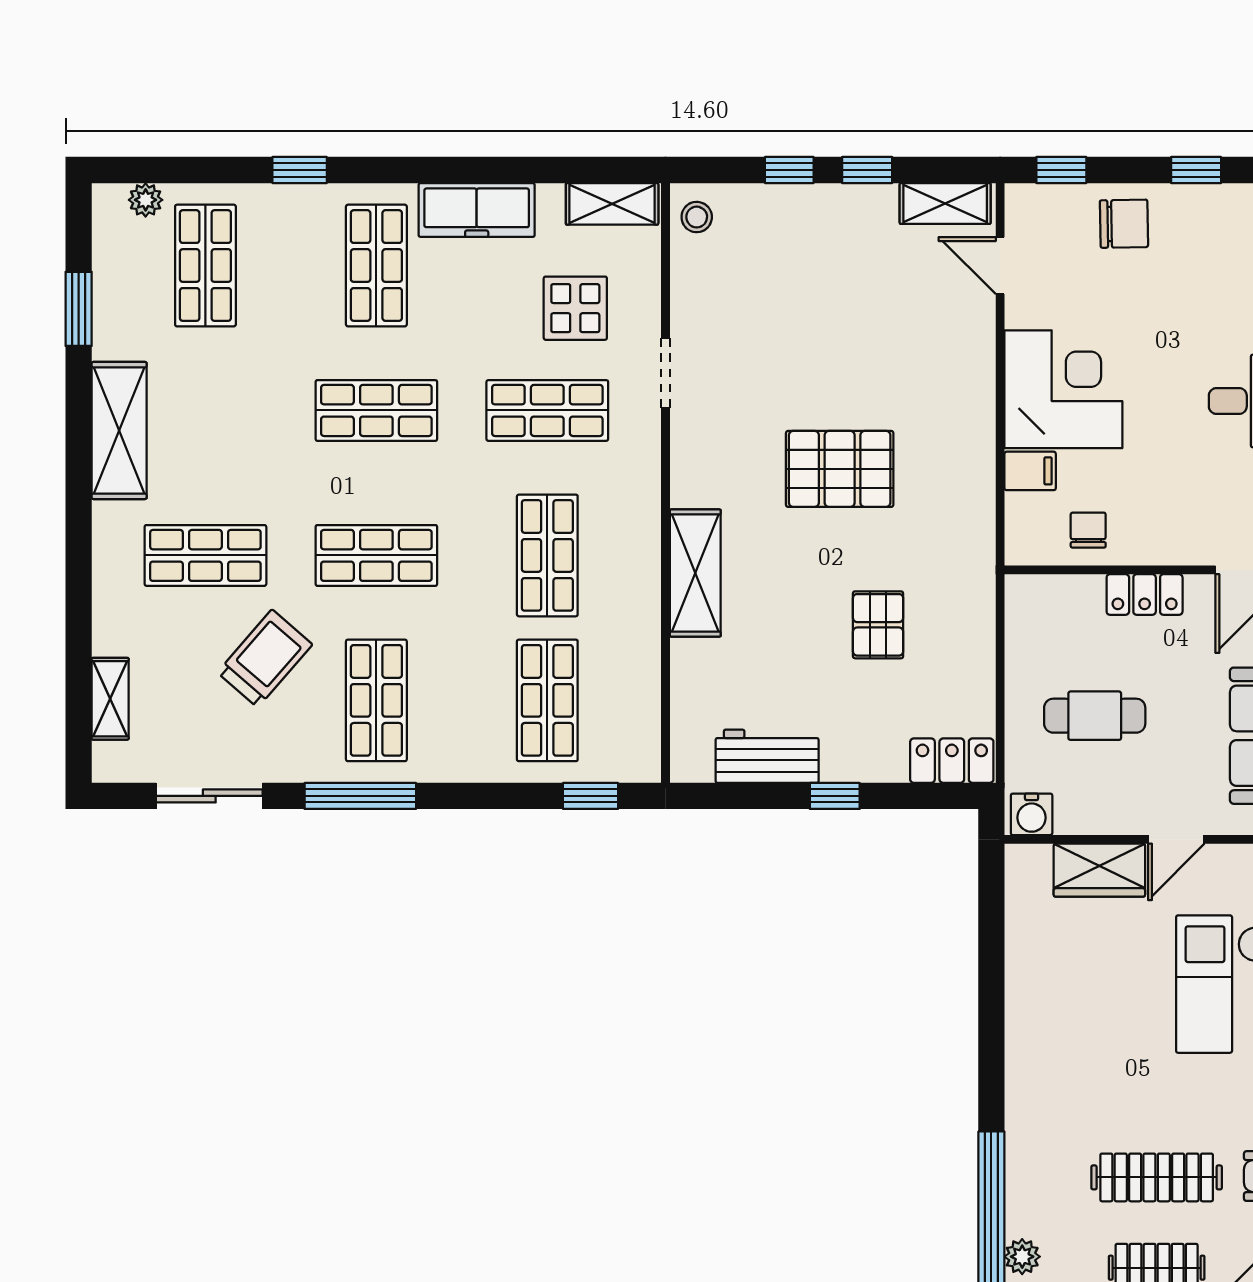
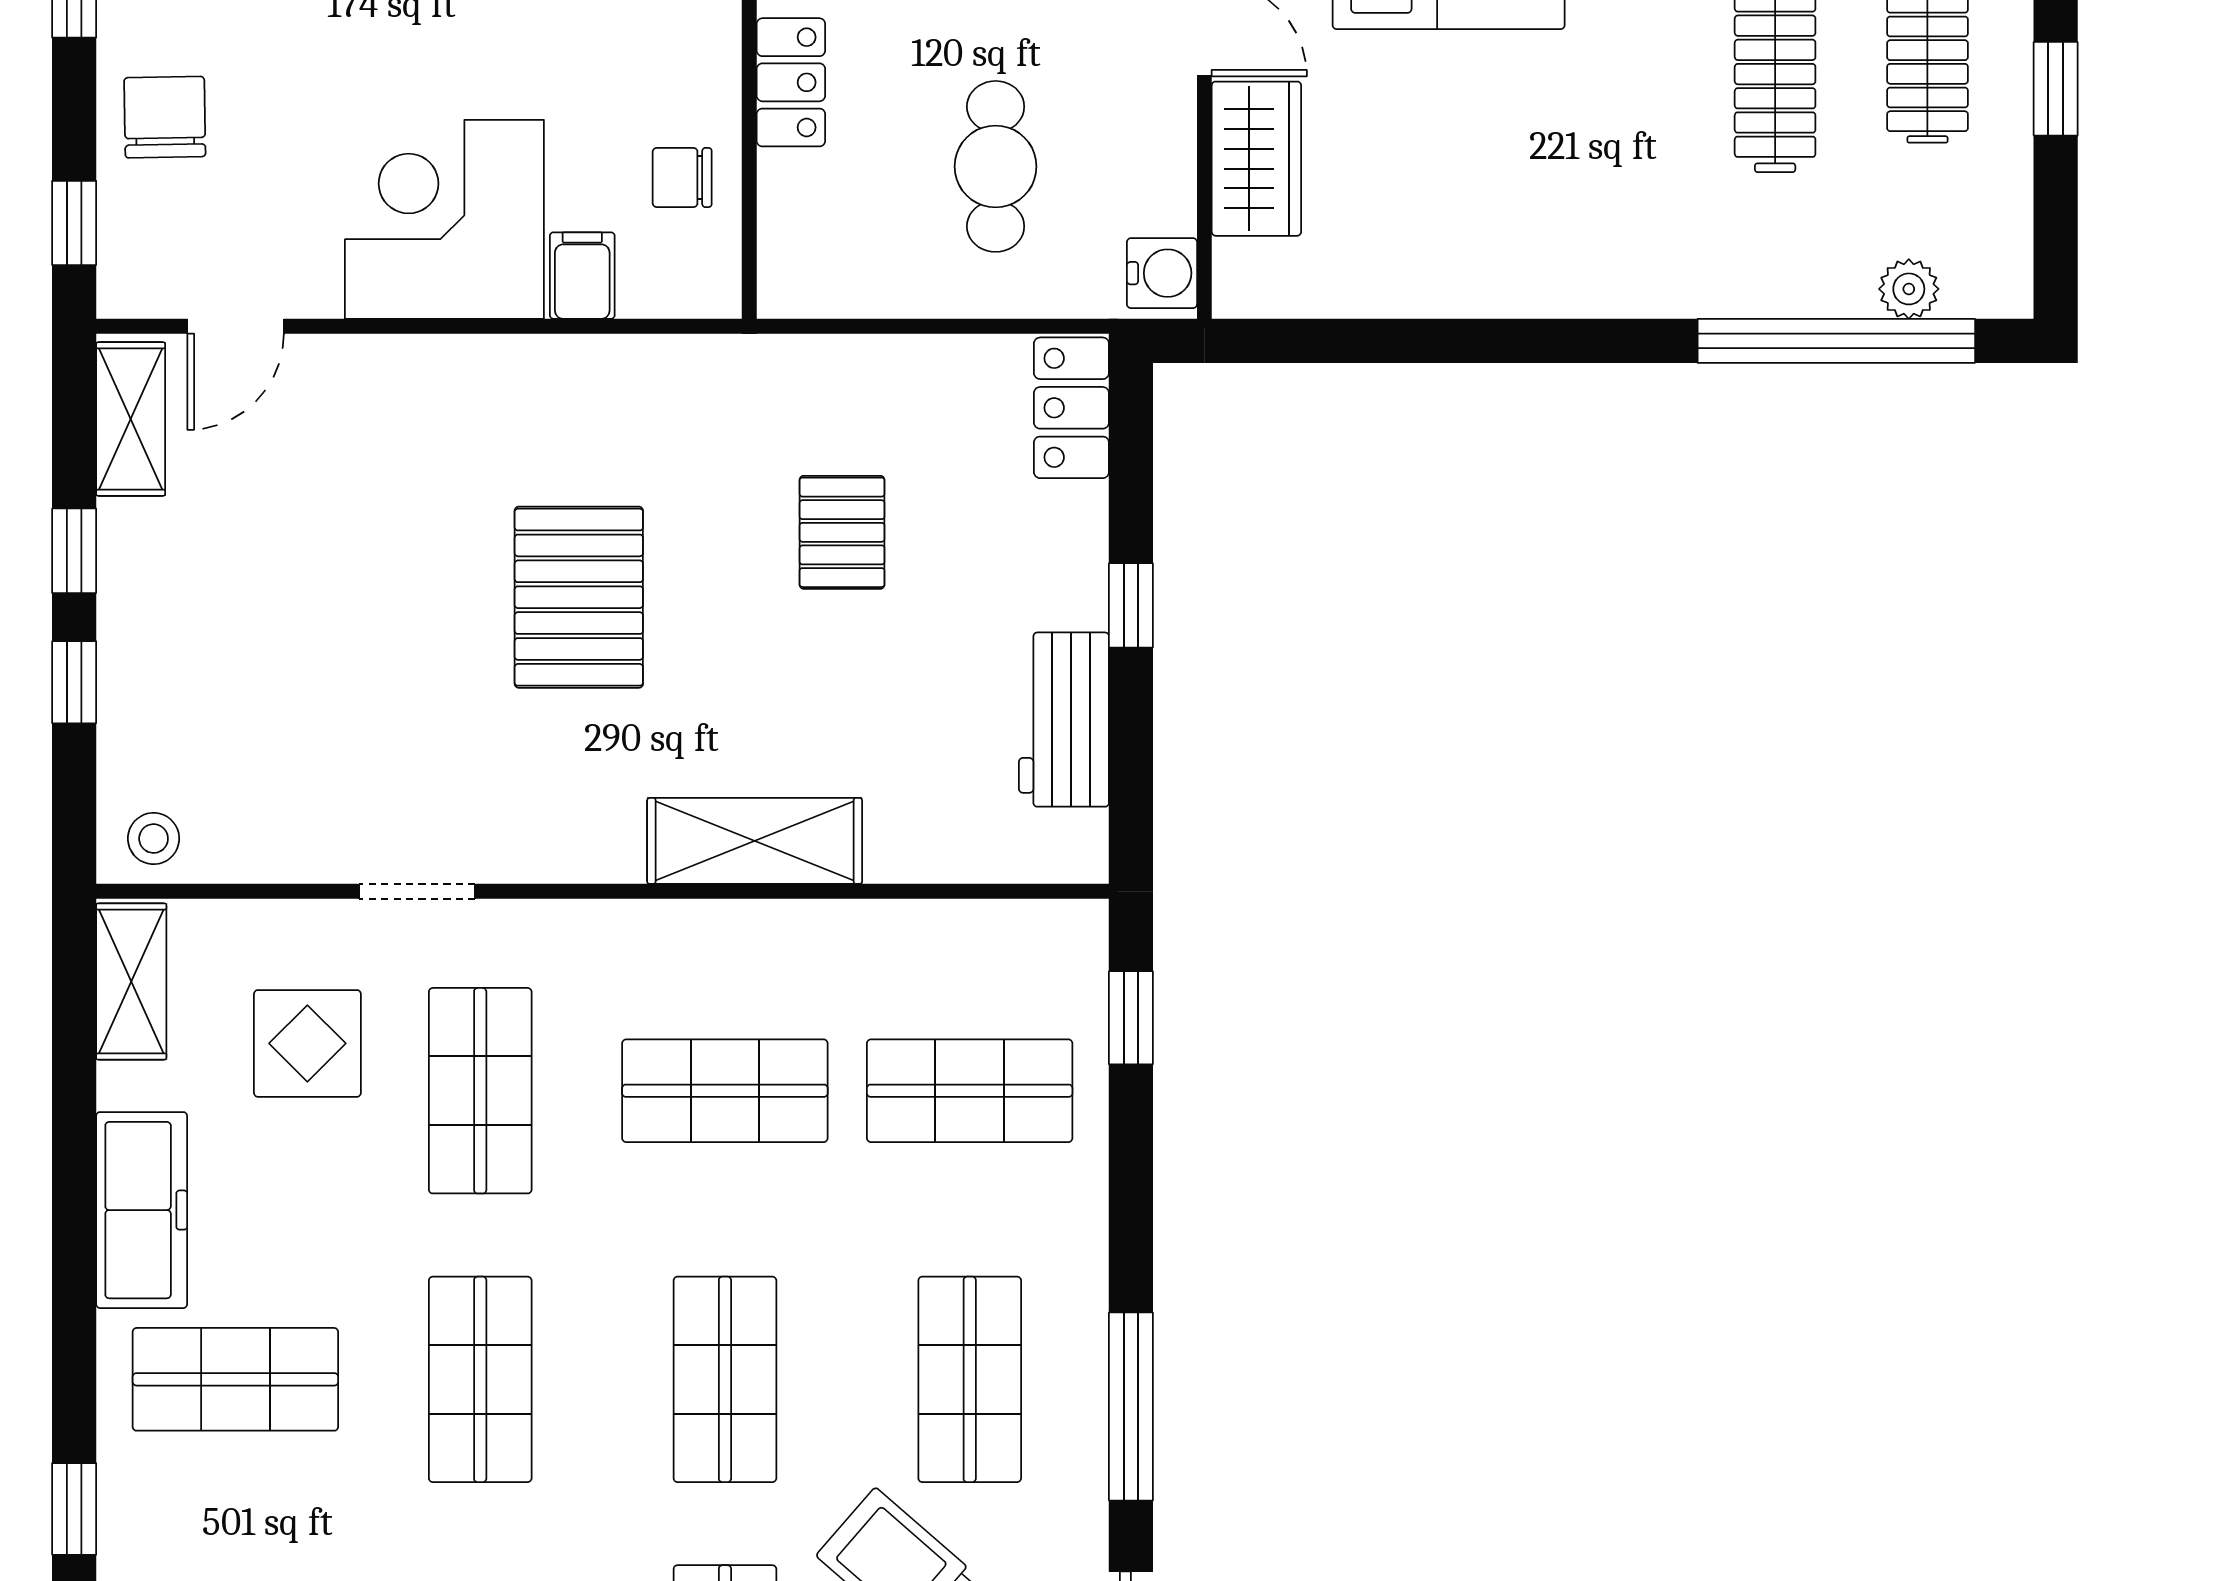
pallet: (878, 625) -> (842, 532), turned 90
shop shelf: (376, 700) -> (970, 1379), turned 90

